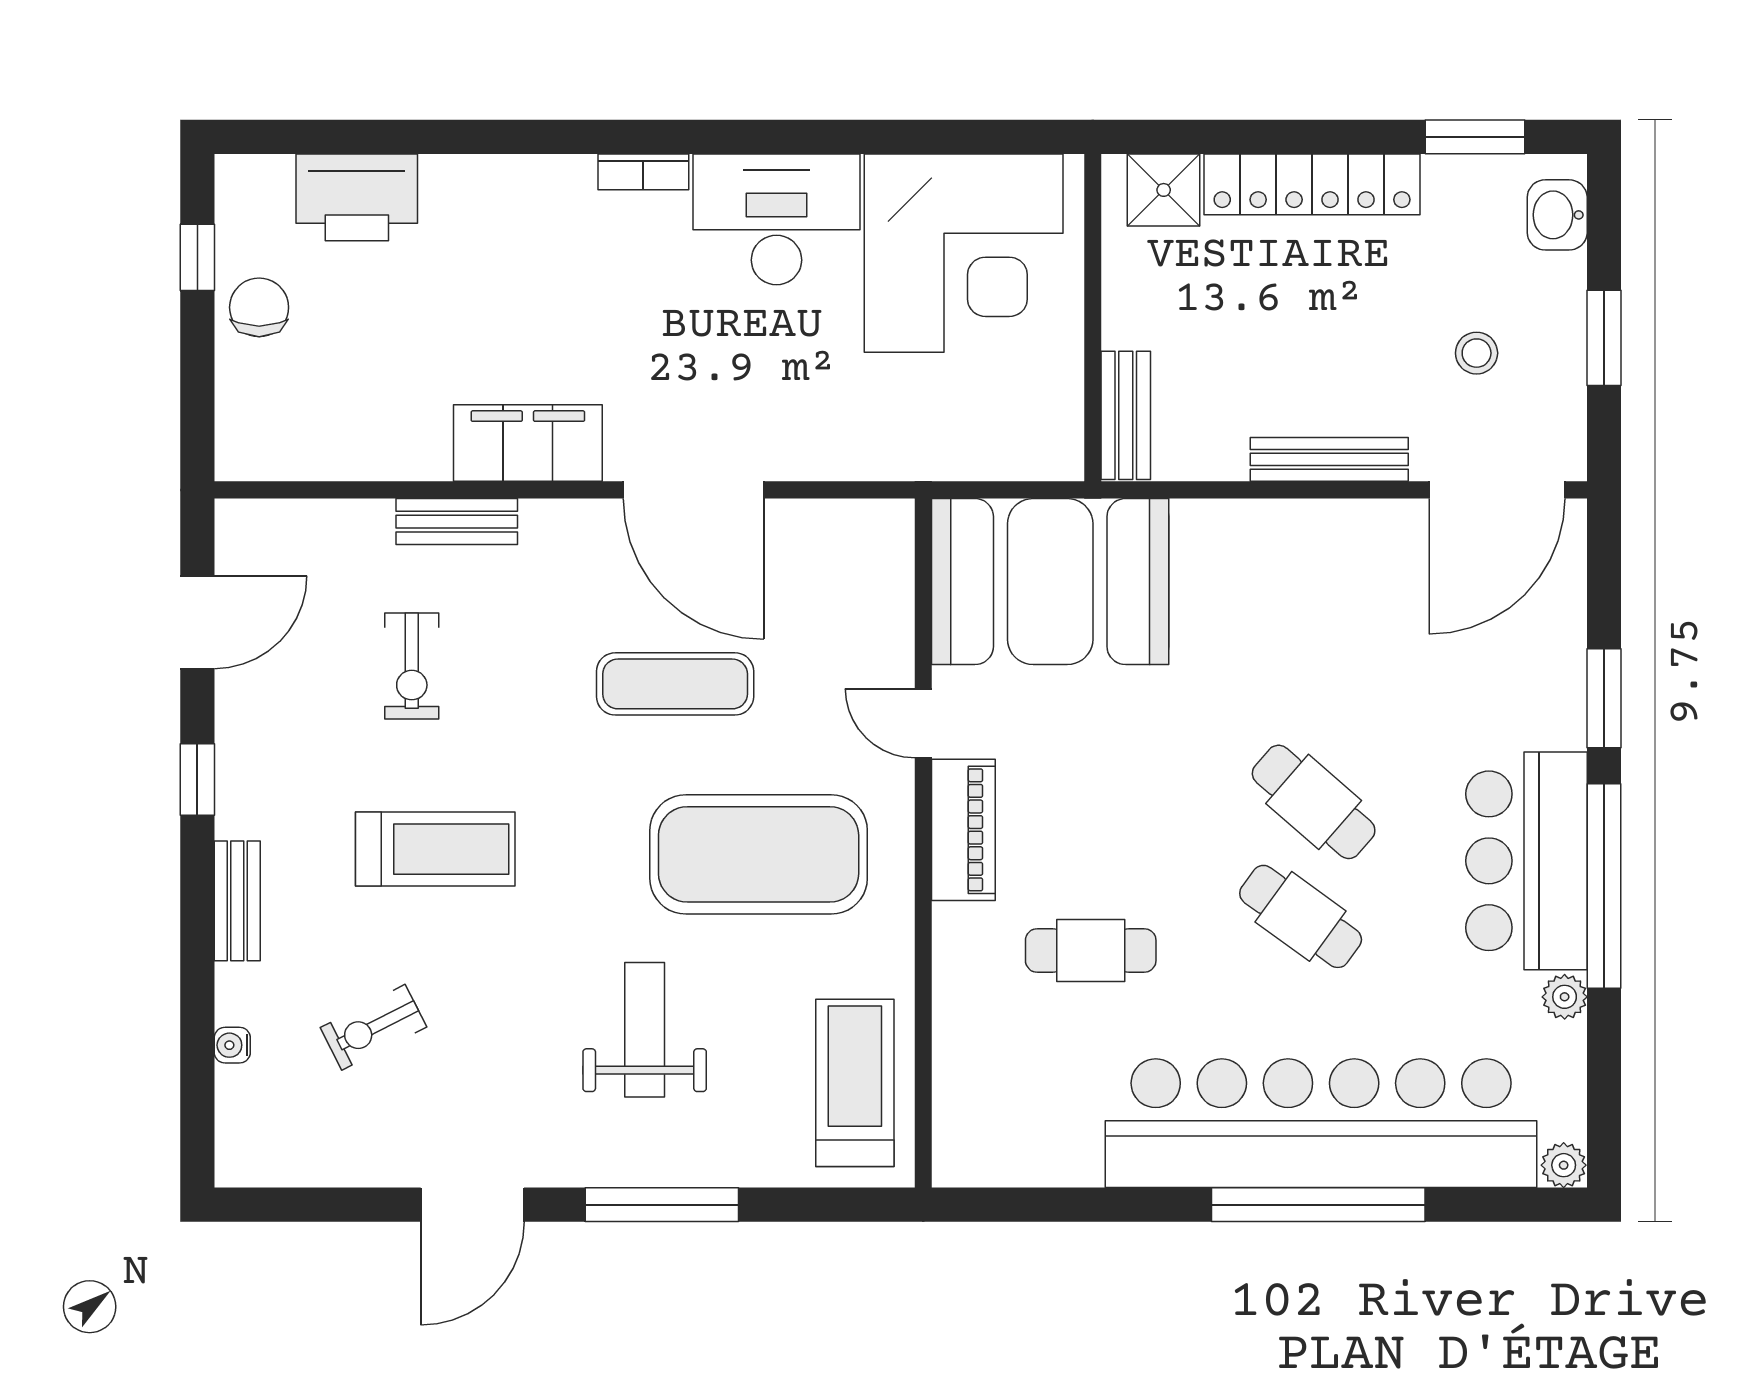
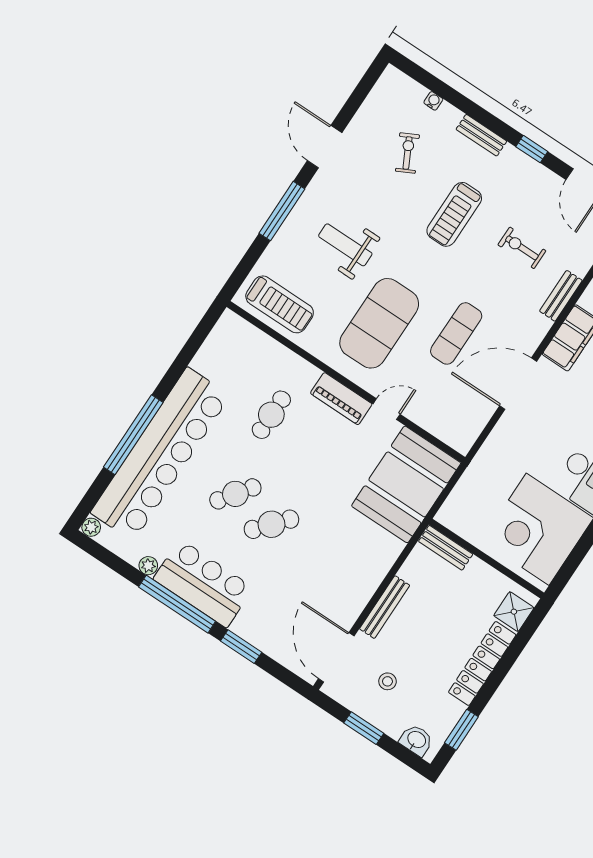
weight bench: (645, 1030) -> (345, 245), turned 180

